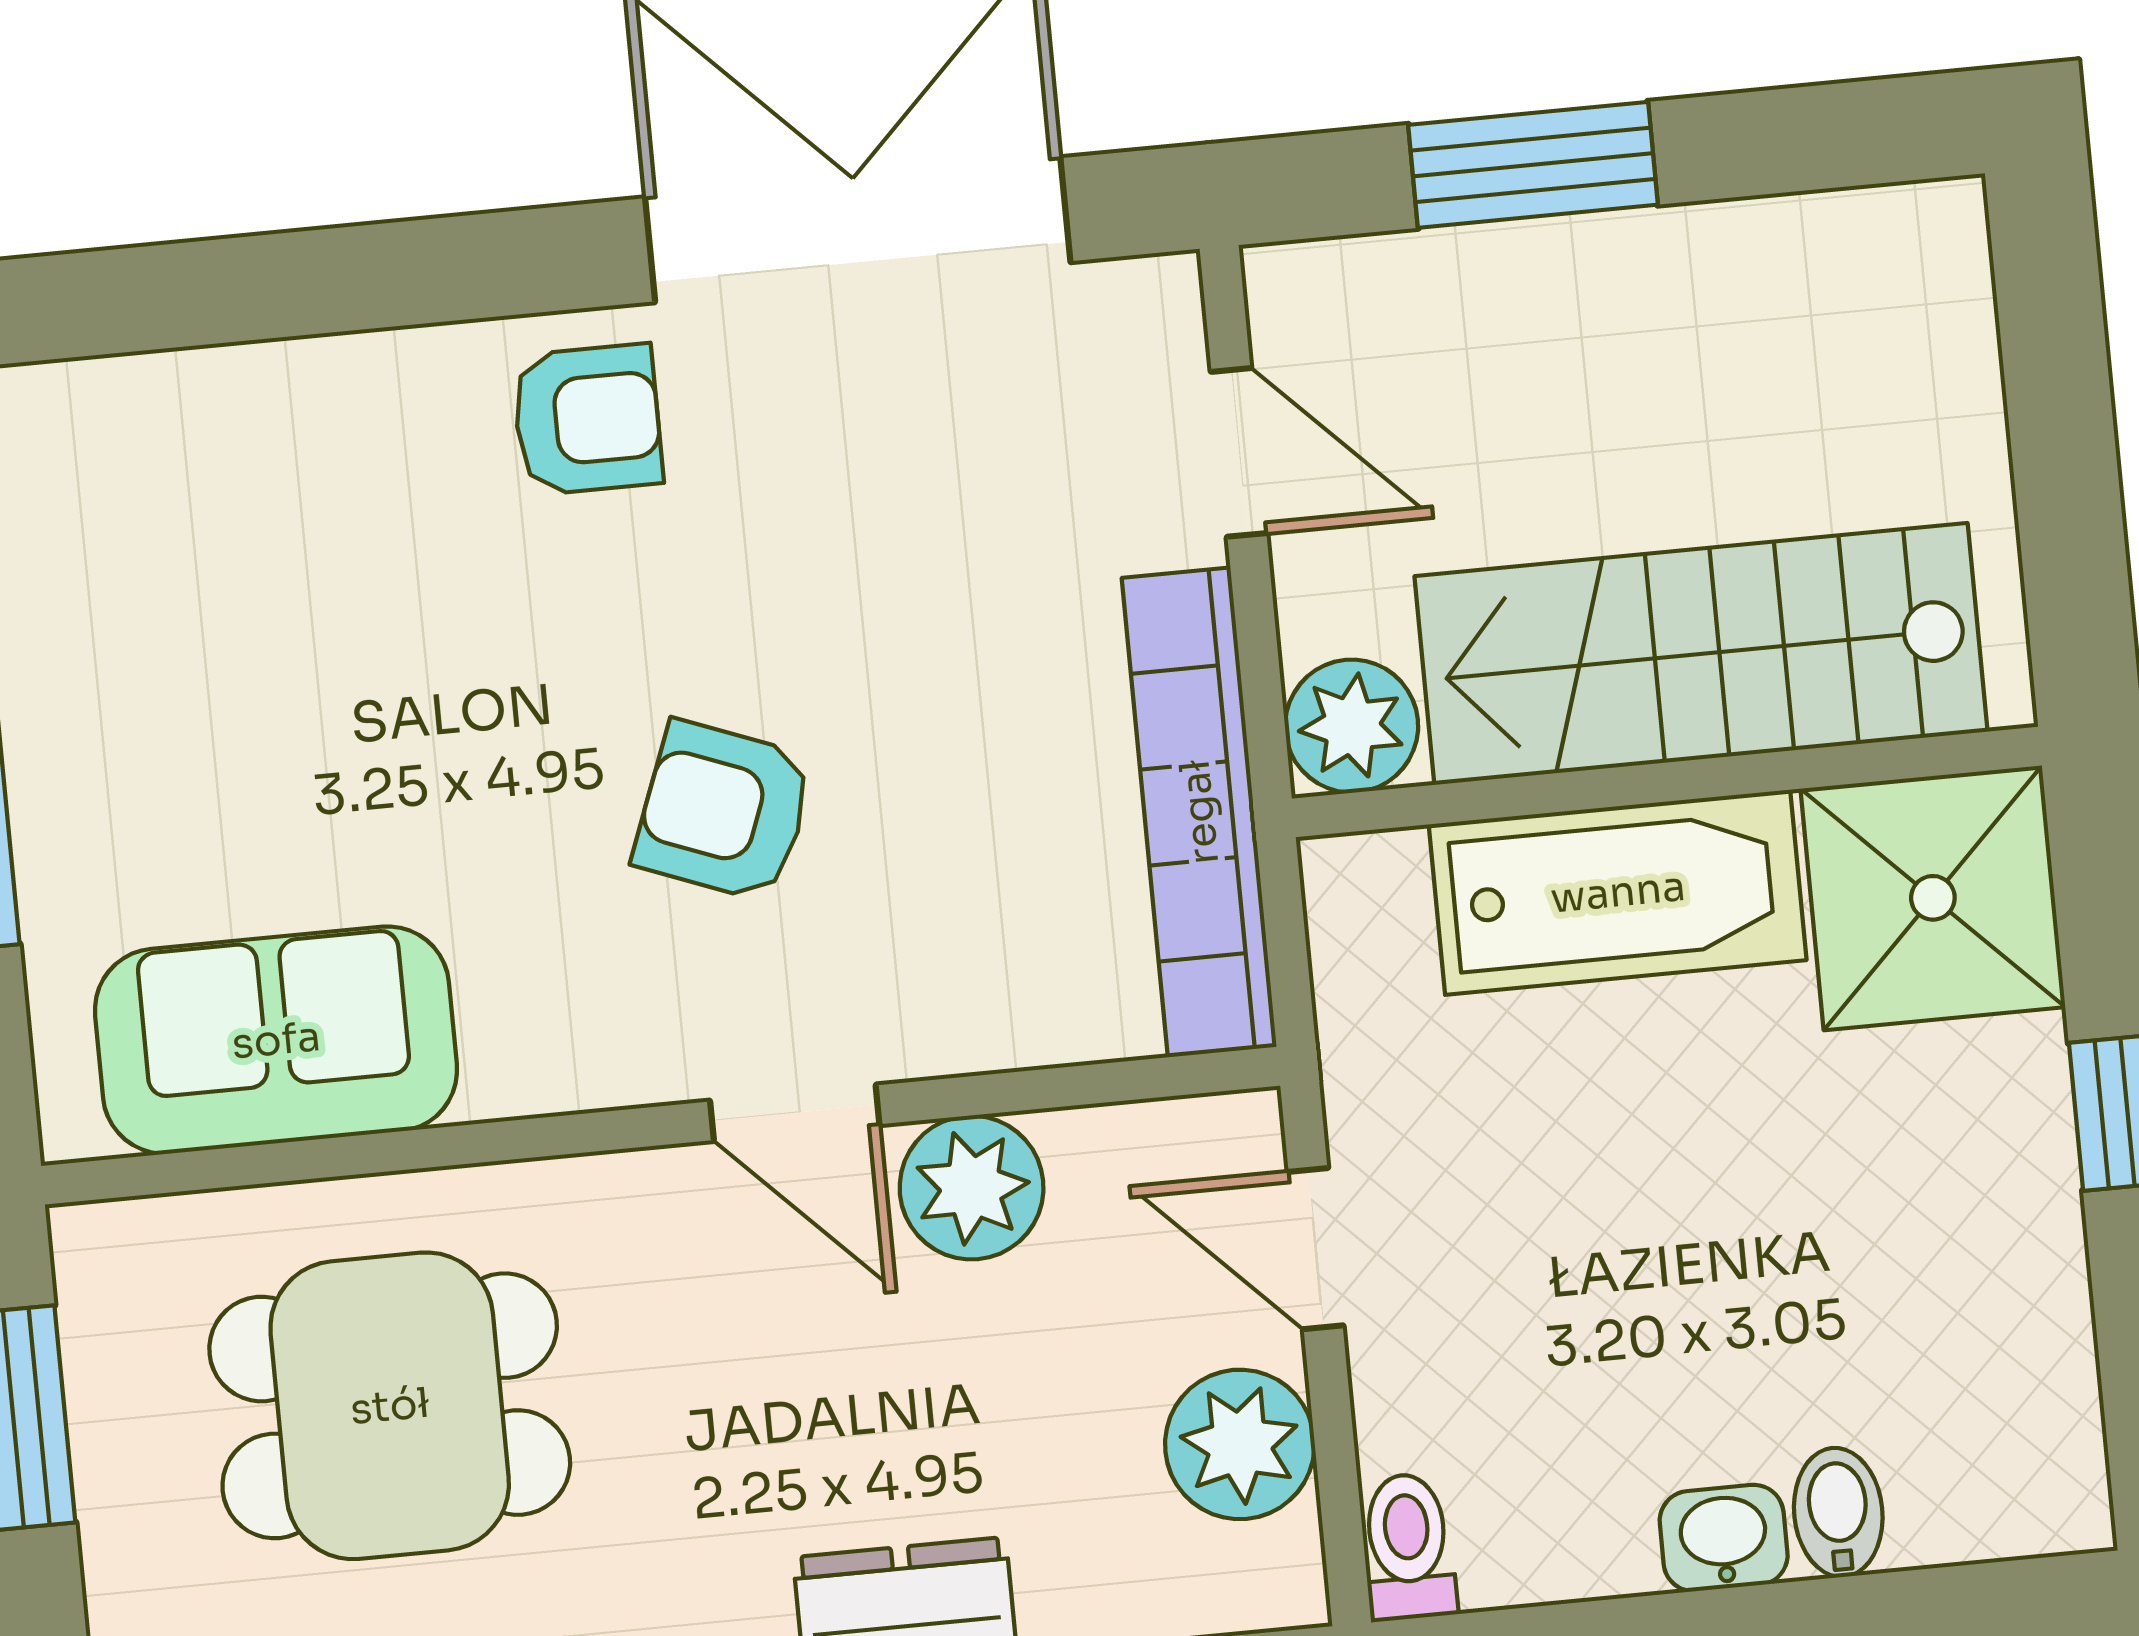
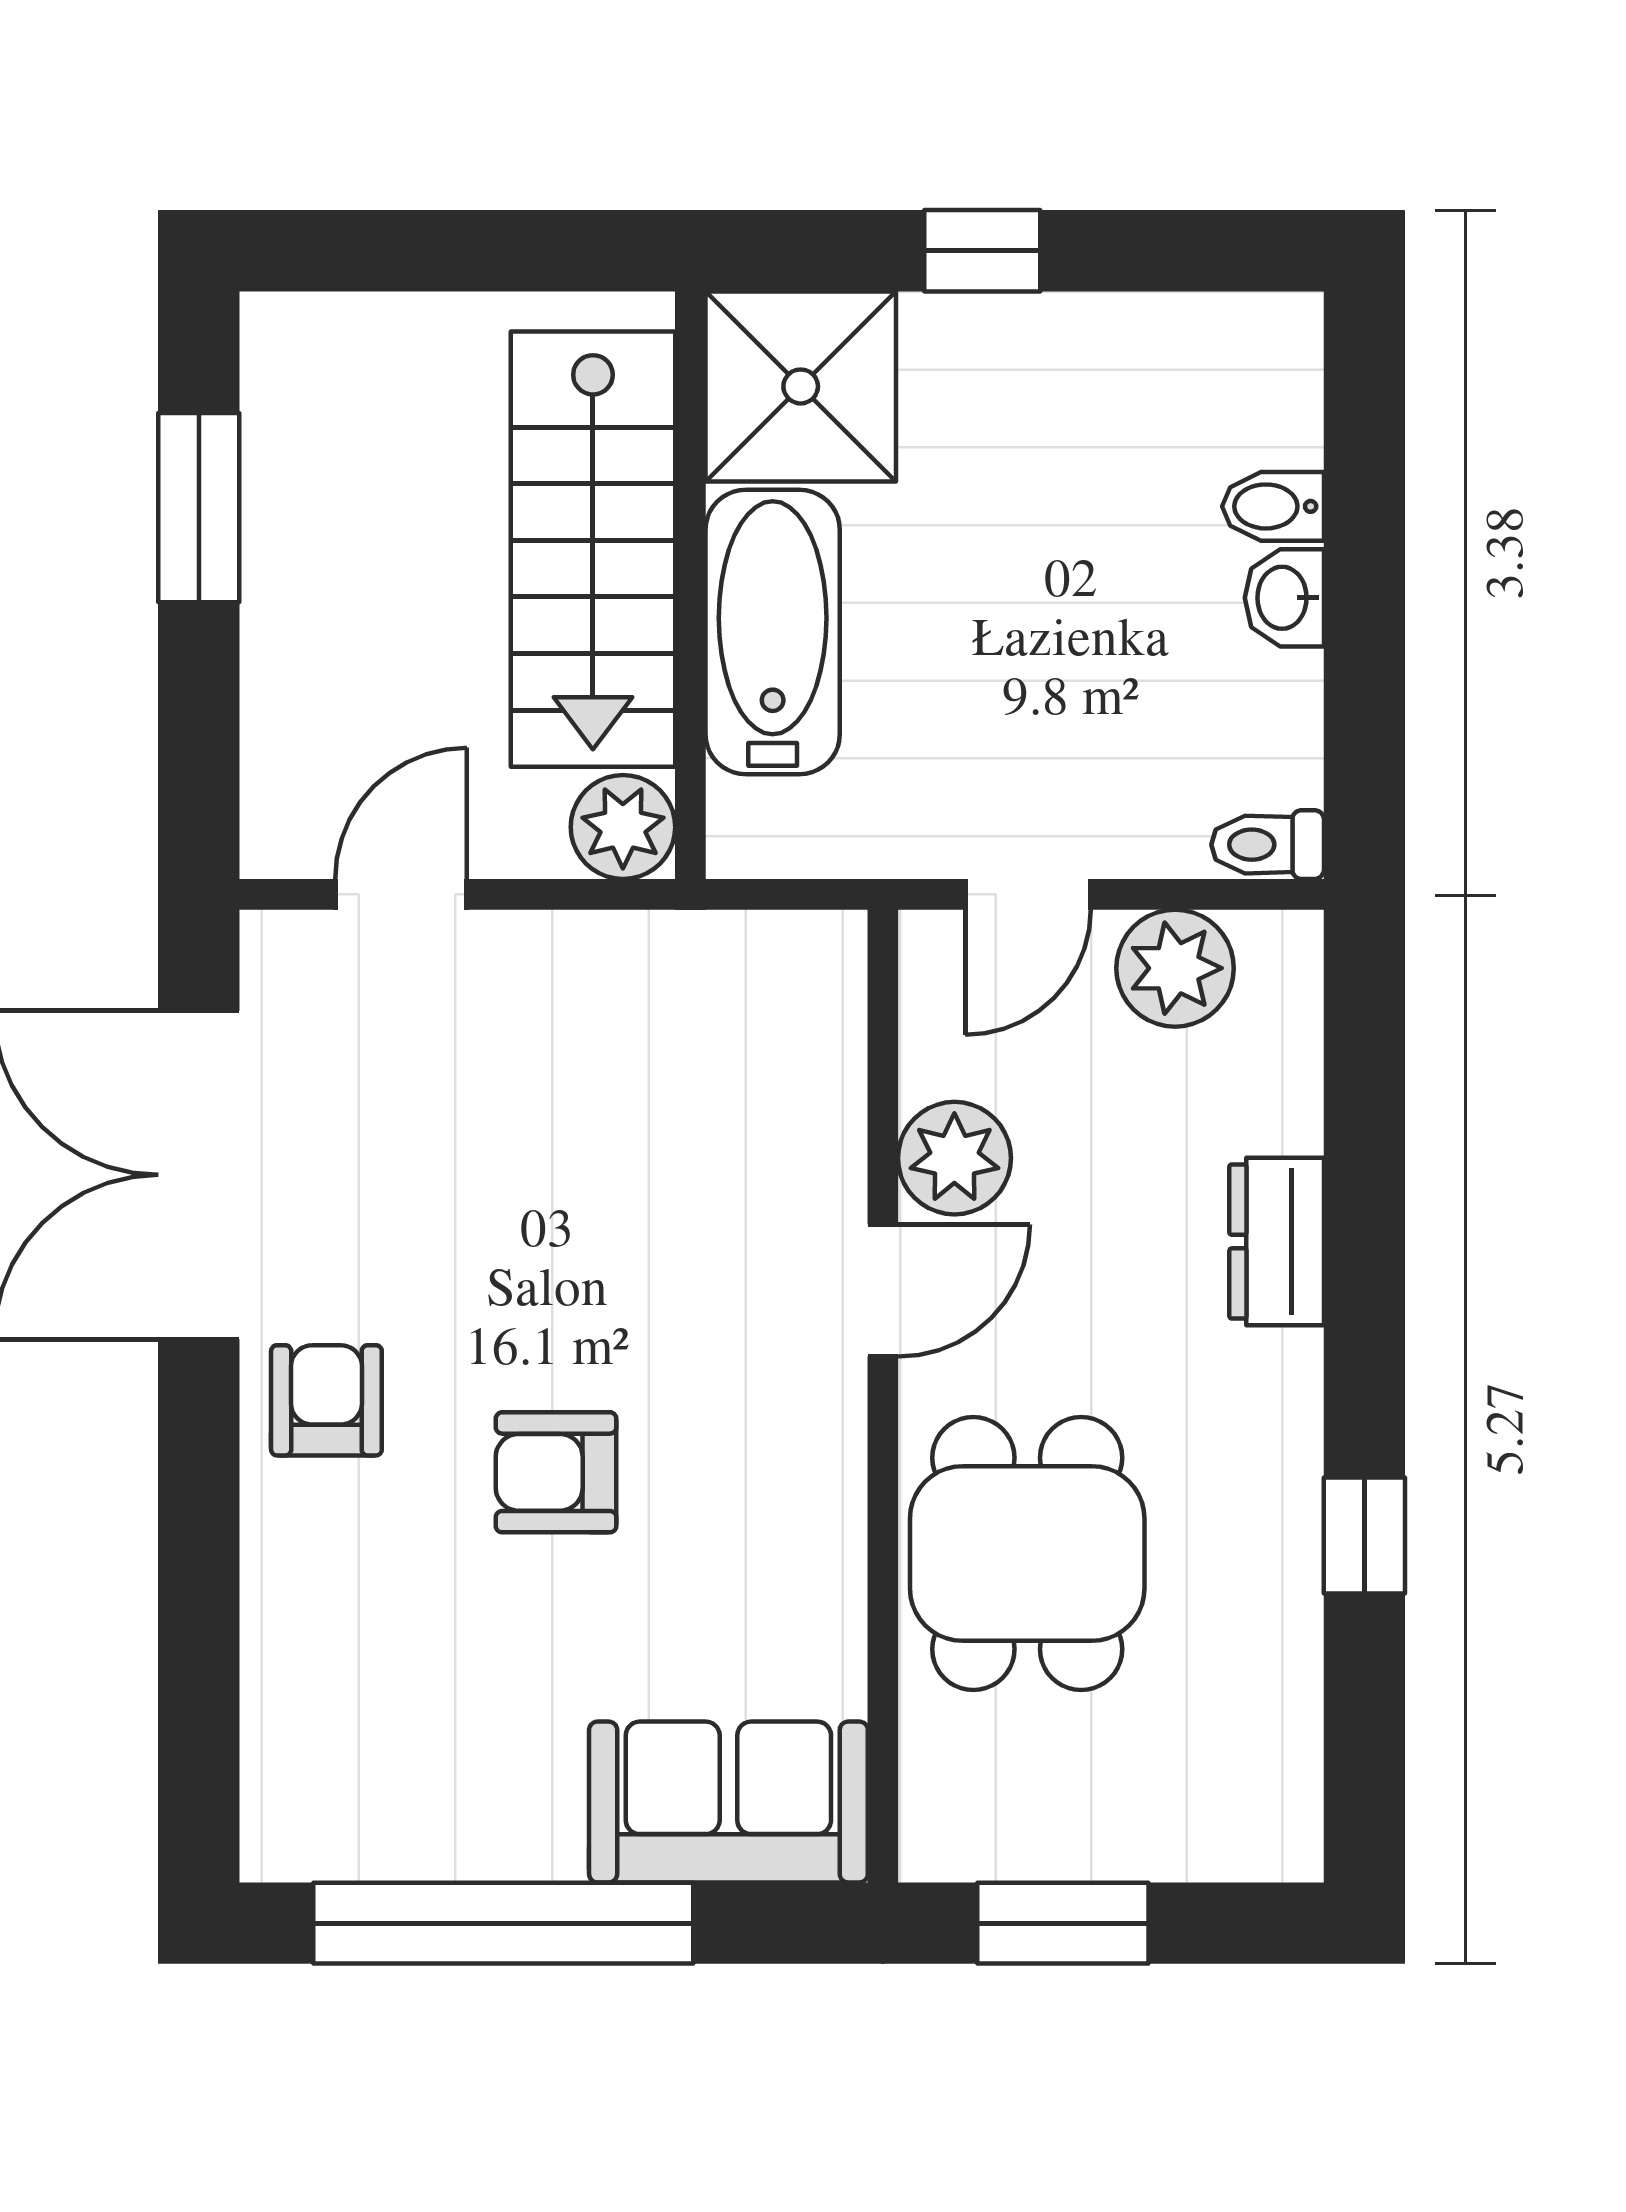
window: (1533, 165) -> (199, 508), moved
armchair: (724, 811) -> (556, 1472), moved, turned 69
bookcase: (1199, 812) -> (679, 952), removed
sofa: (276, 1040) -> (728, 1802), moved, turned 90
dining table: (390, 1406) -> (1027, 1553), moved

